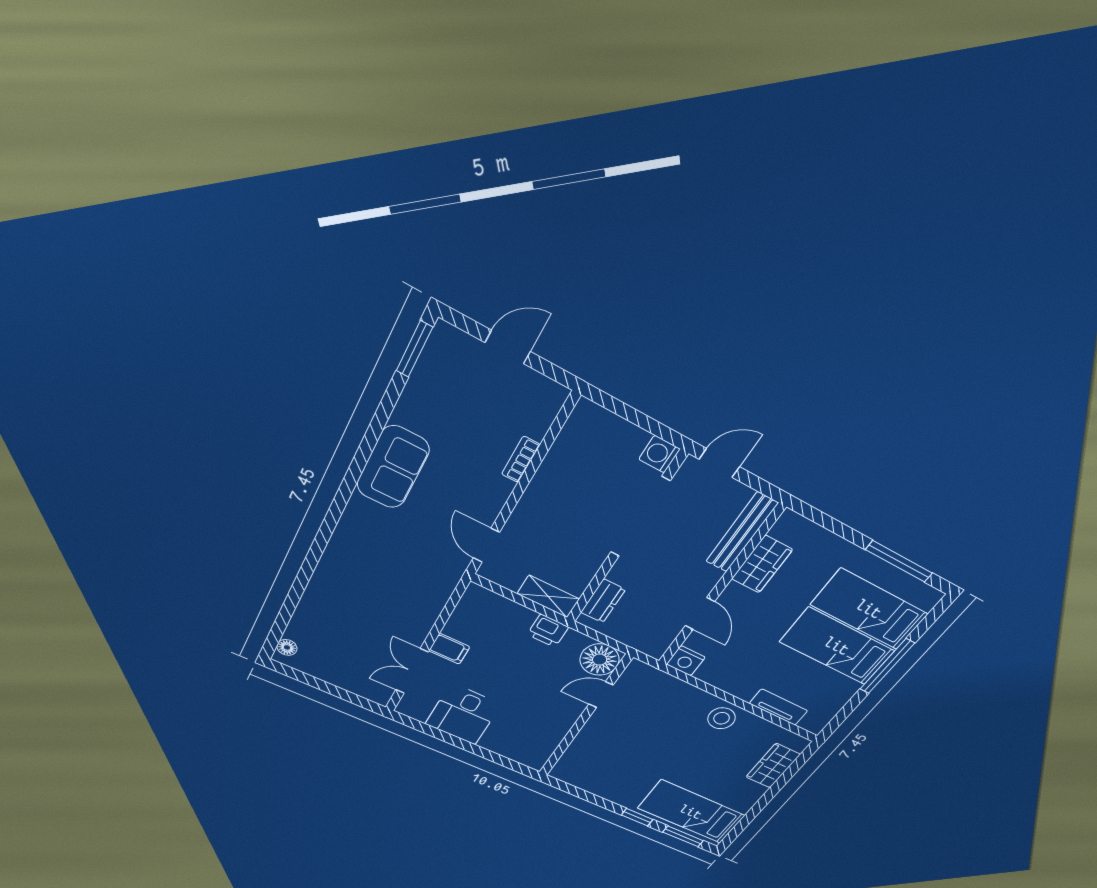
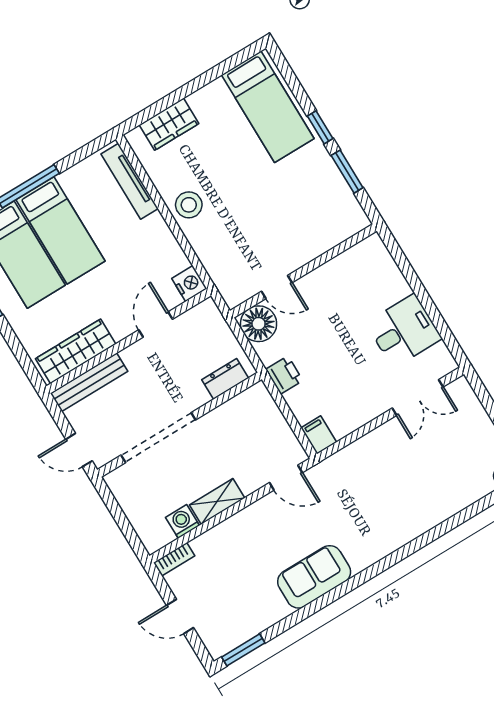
washing machine: (659, 454) -> (182, 521), moved, turned 180
bookcase: (521, 459) -> (174, 559), moved
door: (486, 545) -> (286, 478), hinge flipped
wardrobe: (762, 564) -> (76, 351), width x1.50
shelving: (548, 596) -> (217, 501), moved, turned 90
filing cabinet: (449, 649) -> (319, 435), moved
tv unit: (779, 707) -> (130, 181), width x1.41
window: (683, 836) -> (347, 172), moved

